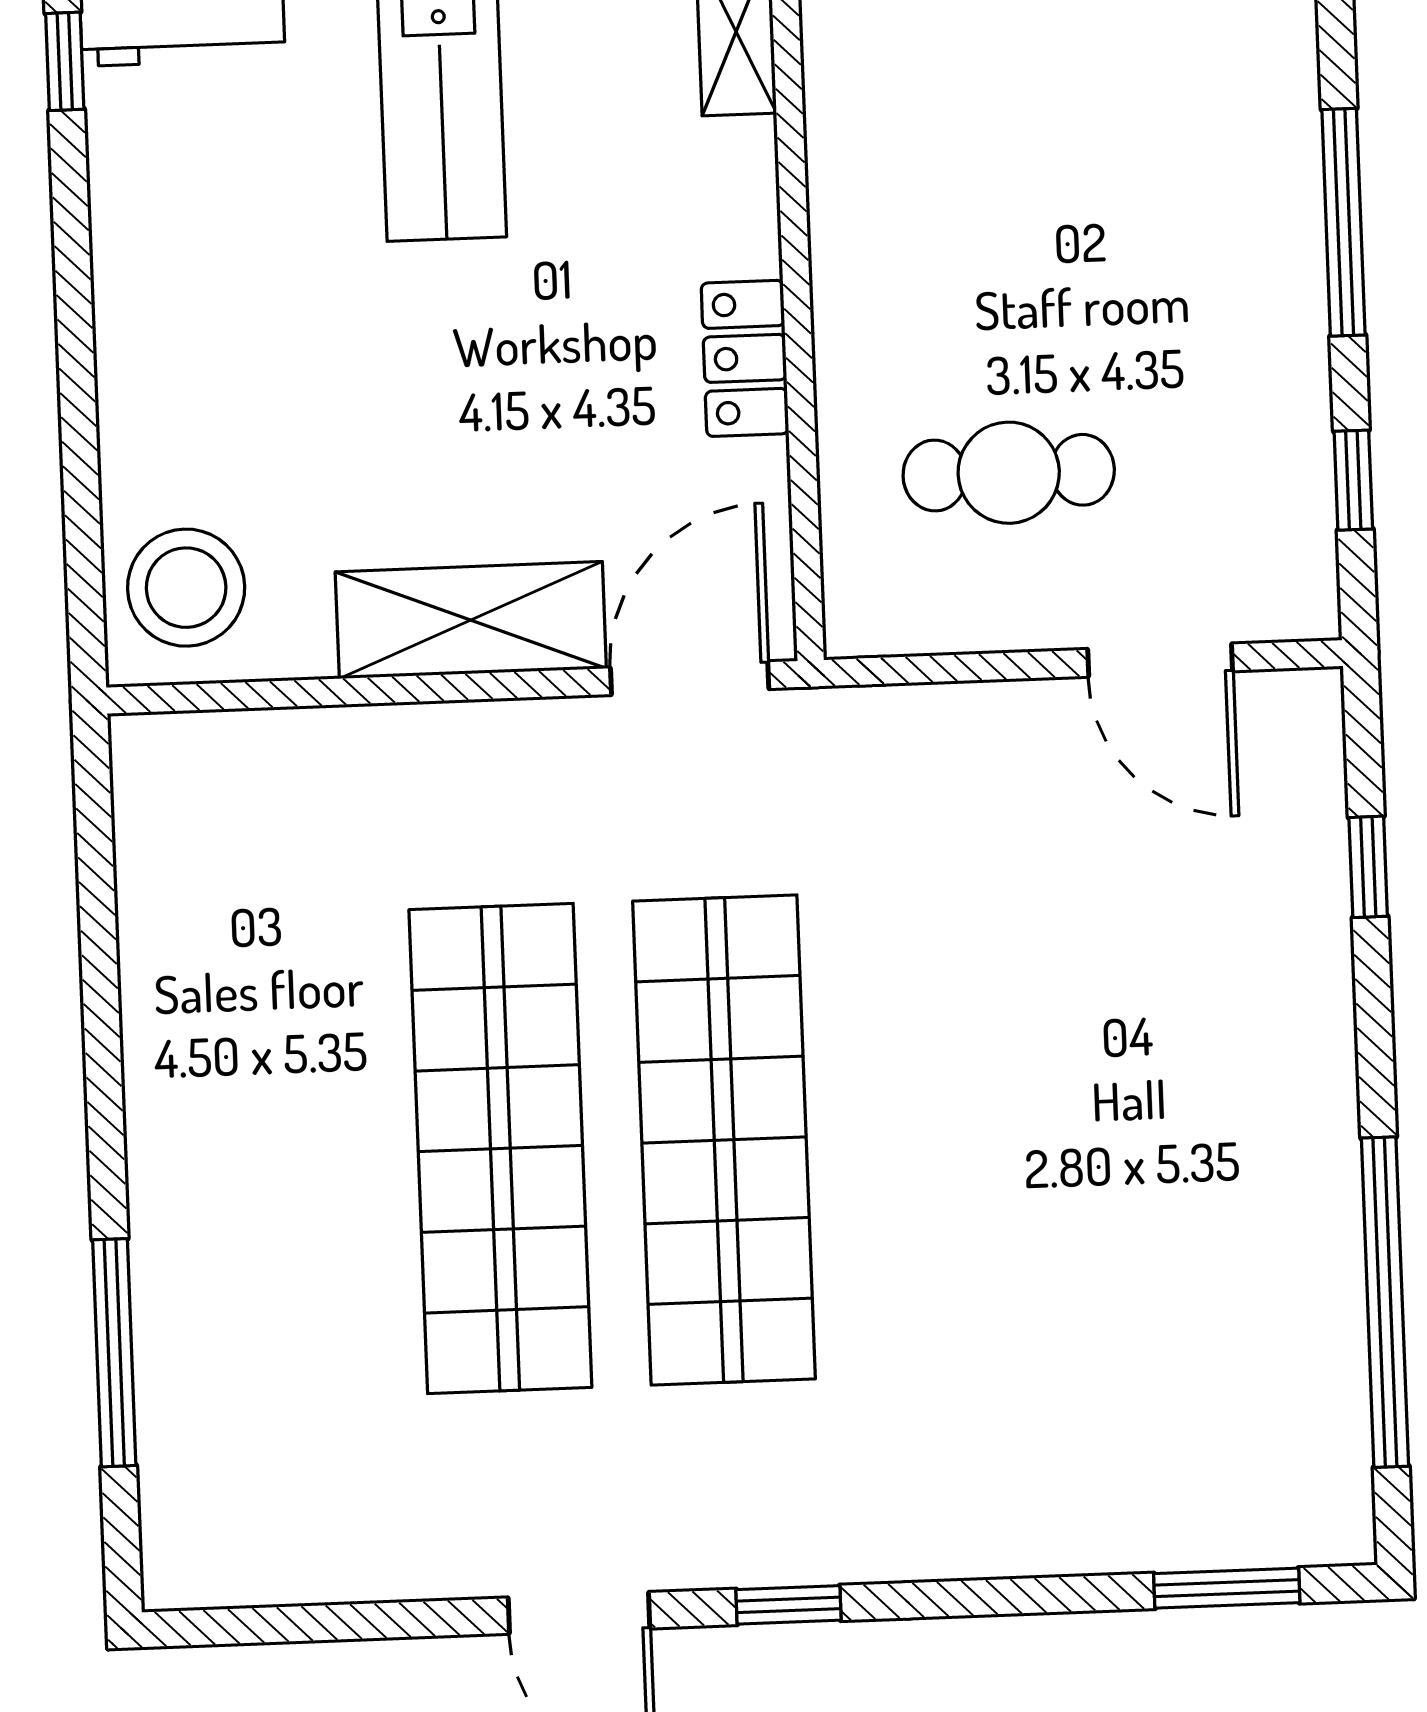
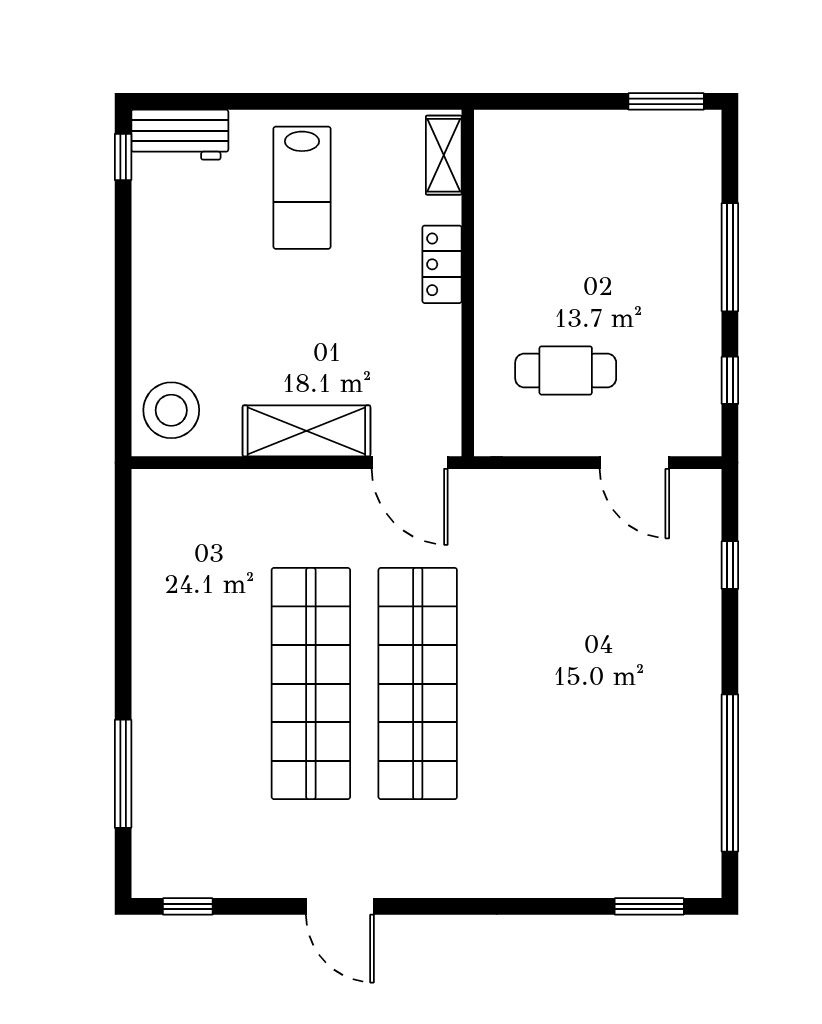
locker: (745, 358) -> (442, 264), moved
door: (690, 678) -> (410, 463), swing flipped
window: (789, 1605) -> (188, 906), moved

